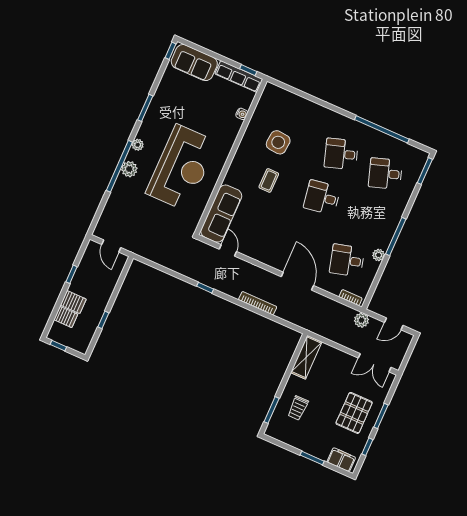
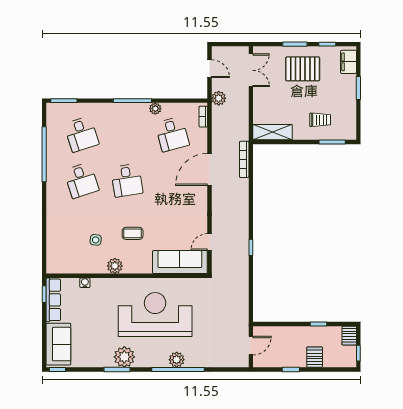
side table: (278, 142) -> (96, 240), width x0.54, depth x0.54
plant: (138, 145) -> (124, 357), moved, width x1.88, depth x1.88
plant: (245, 150) -> (115, 266), added
bookcase: (258, 303) -> (244, 159), moved
server rack: (66, 317) -> (349, 336), moved, turned 180

